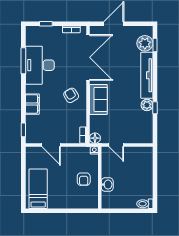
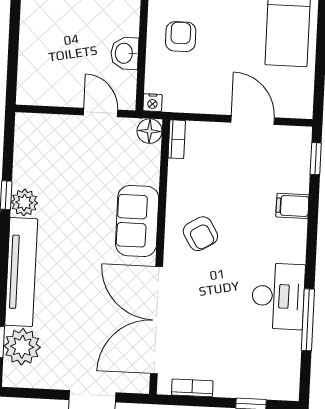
desk: (40, 65) -> (278, 296), width x0.73, depth x0.77
filing cabinet: (32, 104) -> (292, 206), width x0.50
washbasin: (107, 185) -> (125, 53), moved

